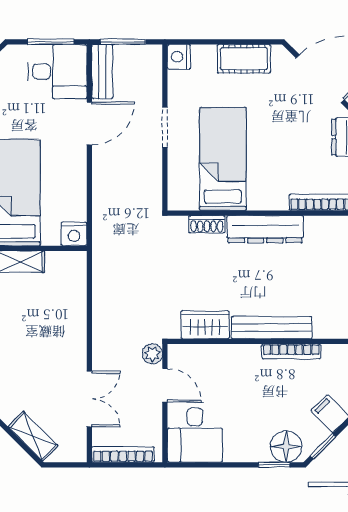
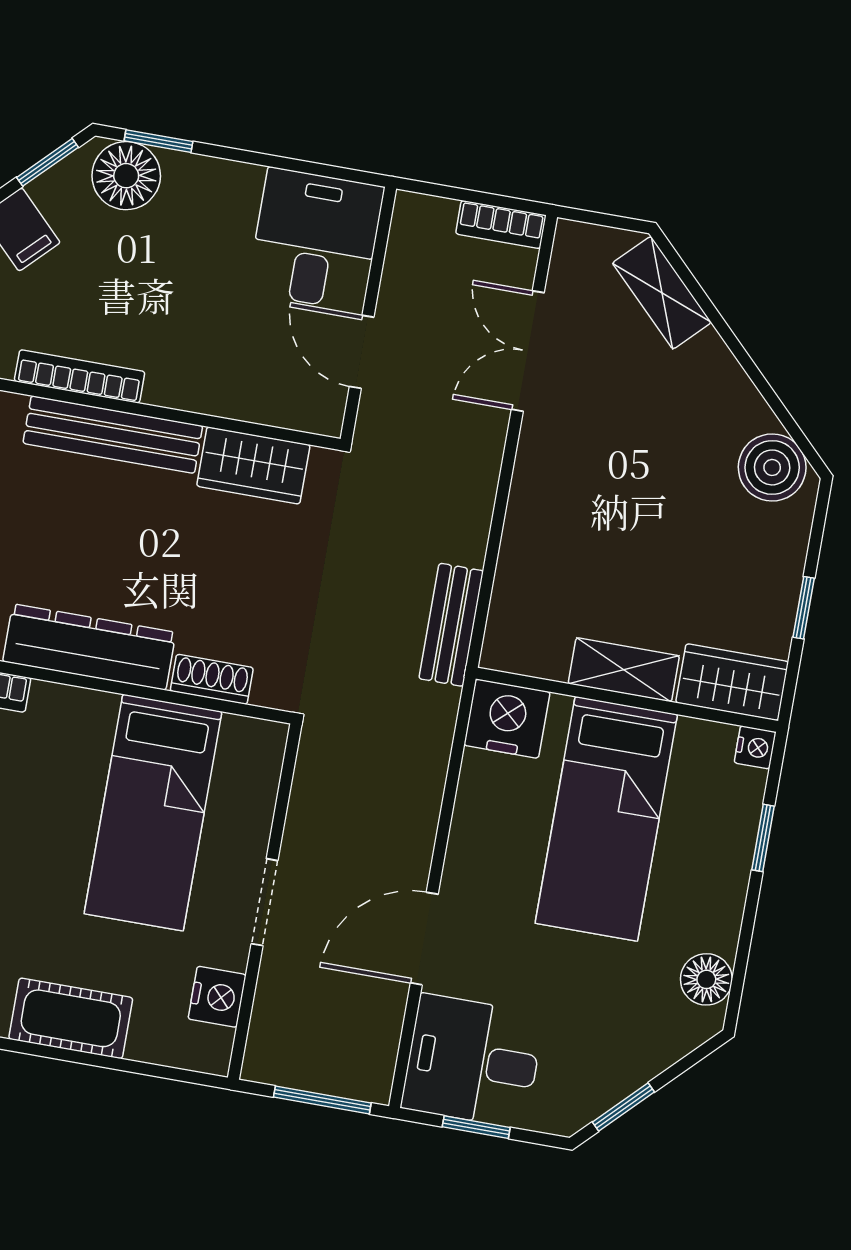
window: (51, 42) -> (476, 1127), width x0.67
nightstand: (179, 57) -> (217, 997), moved
bench: (102, 72) -> (451, 625), moved
nightstand: (74, 234) -> (507, 719), width x1.36, depth x1.33
plant: (152, 354) -> (377, 424), removed
bookcase: (123, 454) -> (501, 225), width x0.64

